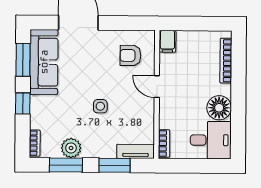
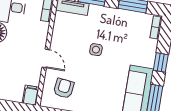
armchair: (130, 55) -> (64, 88), turned -83
plant: (71, 148) -> (126, 18), removed

